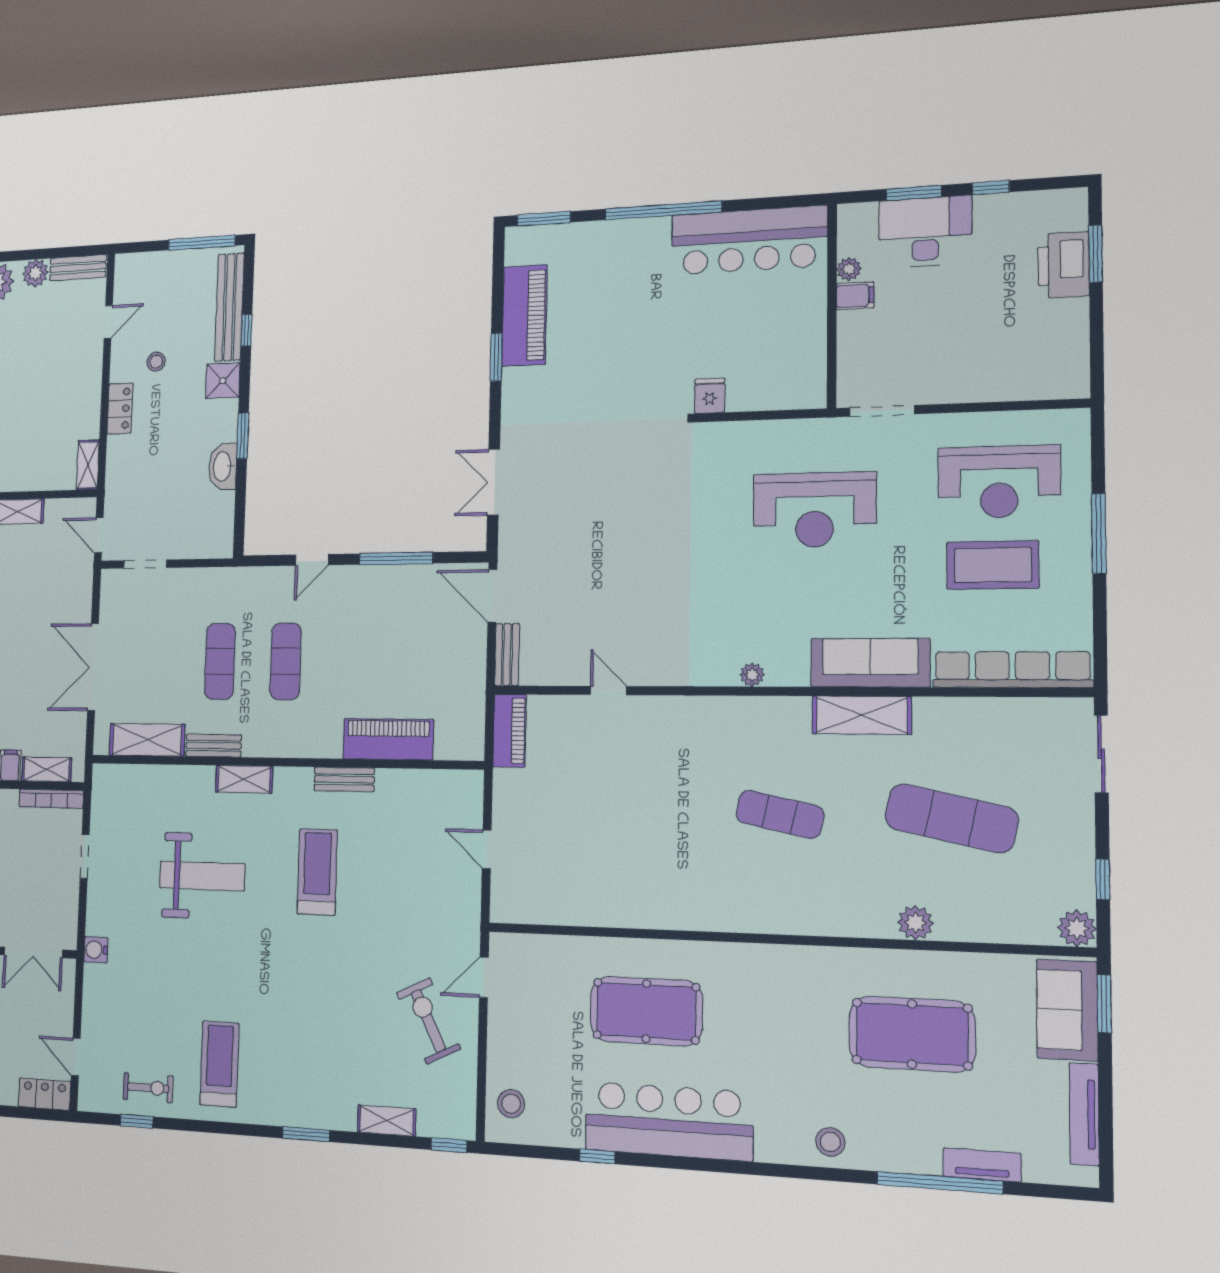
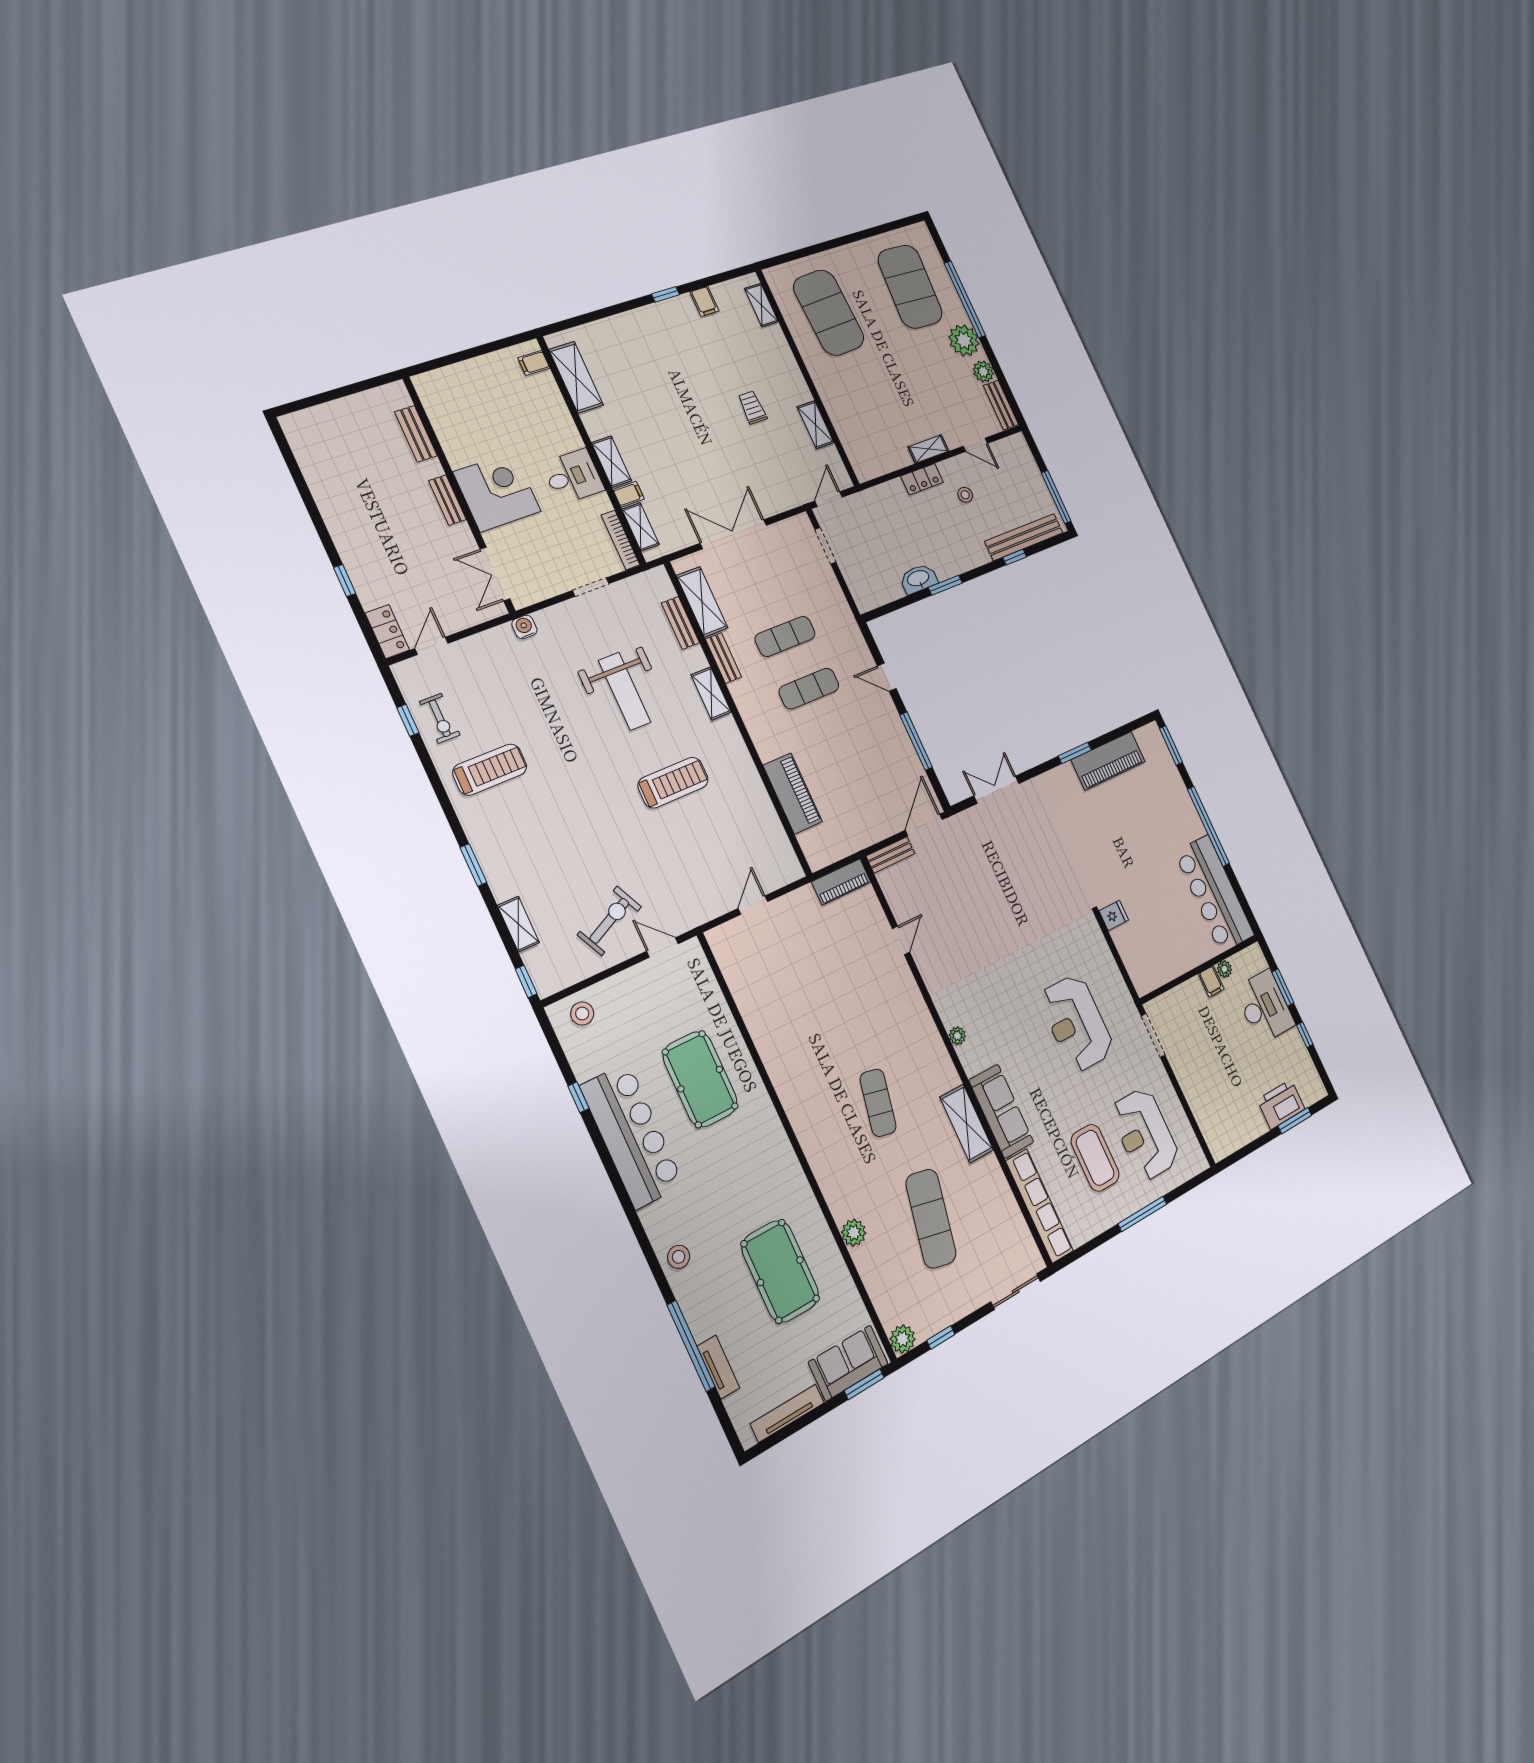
shower: (223, 381) -> (975, 553), removed
shelving: (88, 465) -> (928, 449), moved
bench: (344, 779) -> (680, 623), moved

